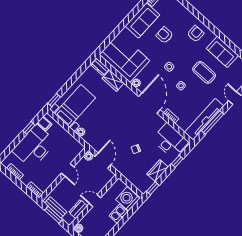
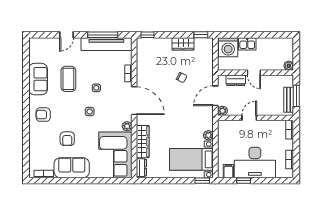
wardrobe: (113, 81) -> (143, 142), width x1.50
door: (149, 103) -> (134, 101), swing flipped
desk: (170, 141) -> (149, 56), removed
window: (177, 161) -> (147, 35), moved
dresser: (78, 209) -> (236, 80), moved

